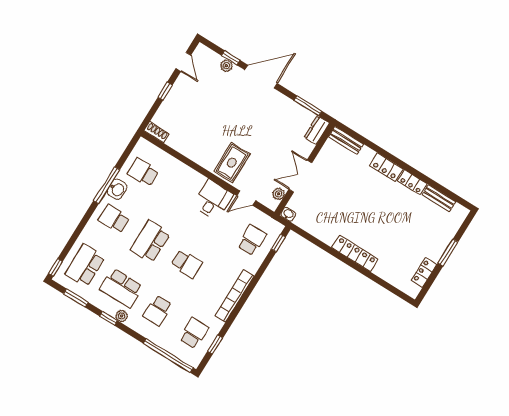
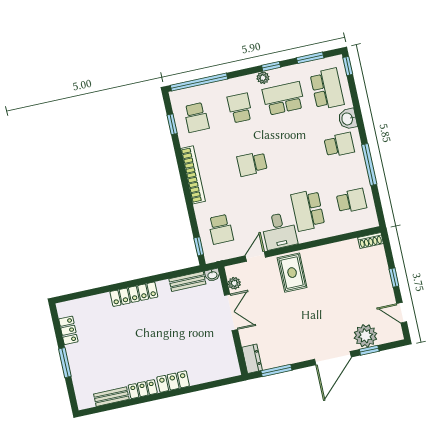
plant: (226, 66) -> (365, 336), width x1.88, depth x1.88
bench: (346, 140) -> (187, 281), moved
washbasin: (117, 189) -> (348, 119), moved
school desk: (150, 241) -> (308, 210), moved, turned 180

